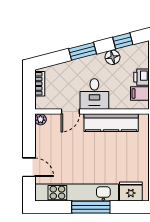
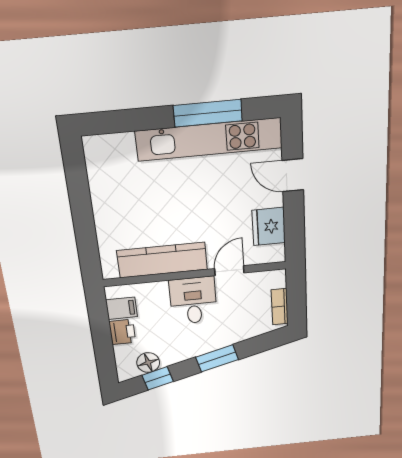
floor lamp: (113, 57) -> (148, 363), moved
plant: (40, 119) -> (277, 254), removed
fridge: (131, 191) -> (269, 227), moved, turned 90
window: (91, 207) -> (208, 113), moved

